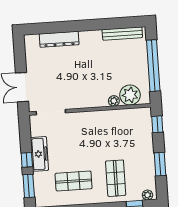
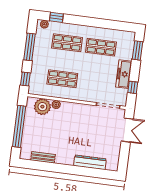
bench: (122, 34) -> (43, 157), width x0.73
shop shelf: (113, 134) -> (62, 79), added
window: (27, 160) -> (133, 87), moved
window: (160, 164) -> (29, 47), width x1.44
shop shelf: (116, 178) -> (67, 43), turned 90

